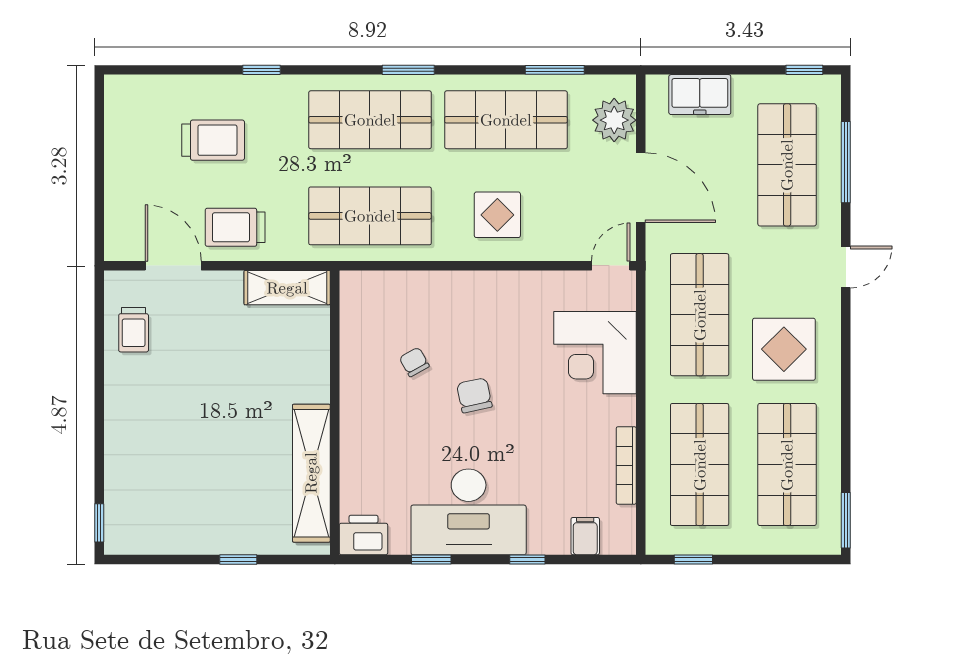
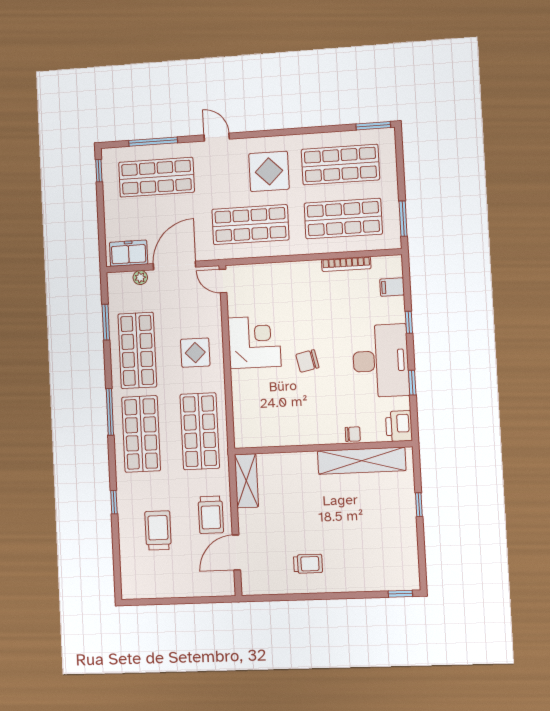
window: (408, 70) -> (110, 412), width x1.44
freezer: (700, 95) -> (129, 253), moved, turned -90
plant: (614, 120) -> (140, 278), width x0.53, depth x0.53
trolley: (134, 330) -> (308, 564), moved
corner desk: (595, 353) -> (254, 342), moved, turned -90
chair: (414, 362) -> (353, 434), moved, turned -151
window: (693, 559) -> (403, 219), width x1.50

